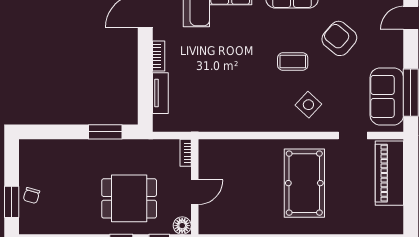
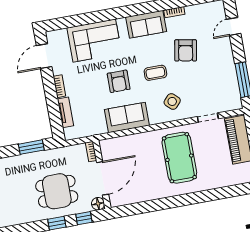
armchair: (339, 38) -> (186, 50), turned -120
armchair: (240, 64) -> (119, 81), added
sofa: (387, 96) -> (127, 118), moved, turned 90
door: (195, 192) -> (103, 178), width x1.88

